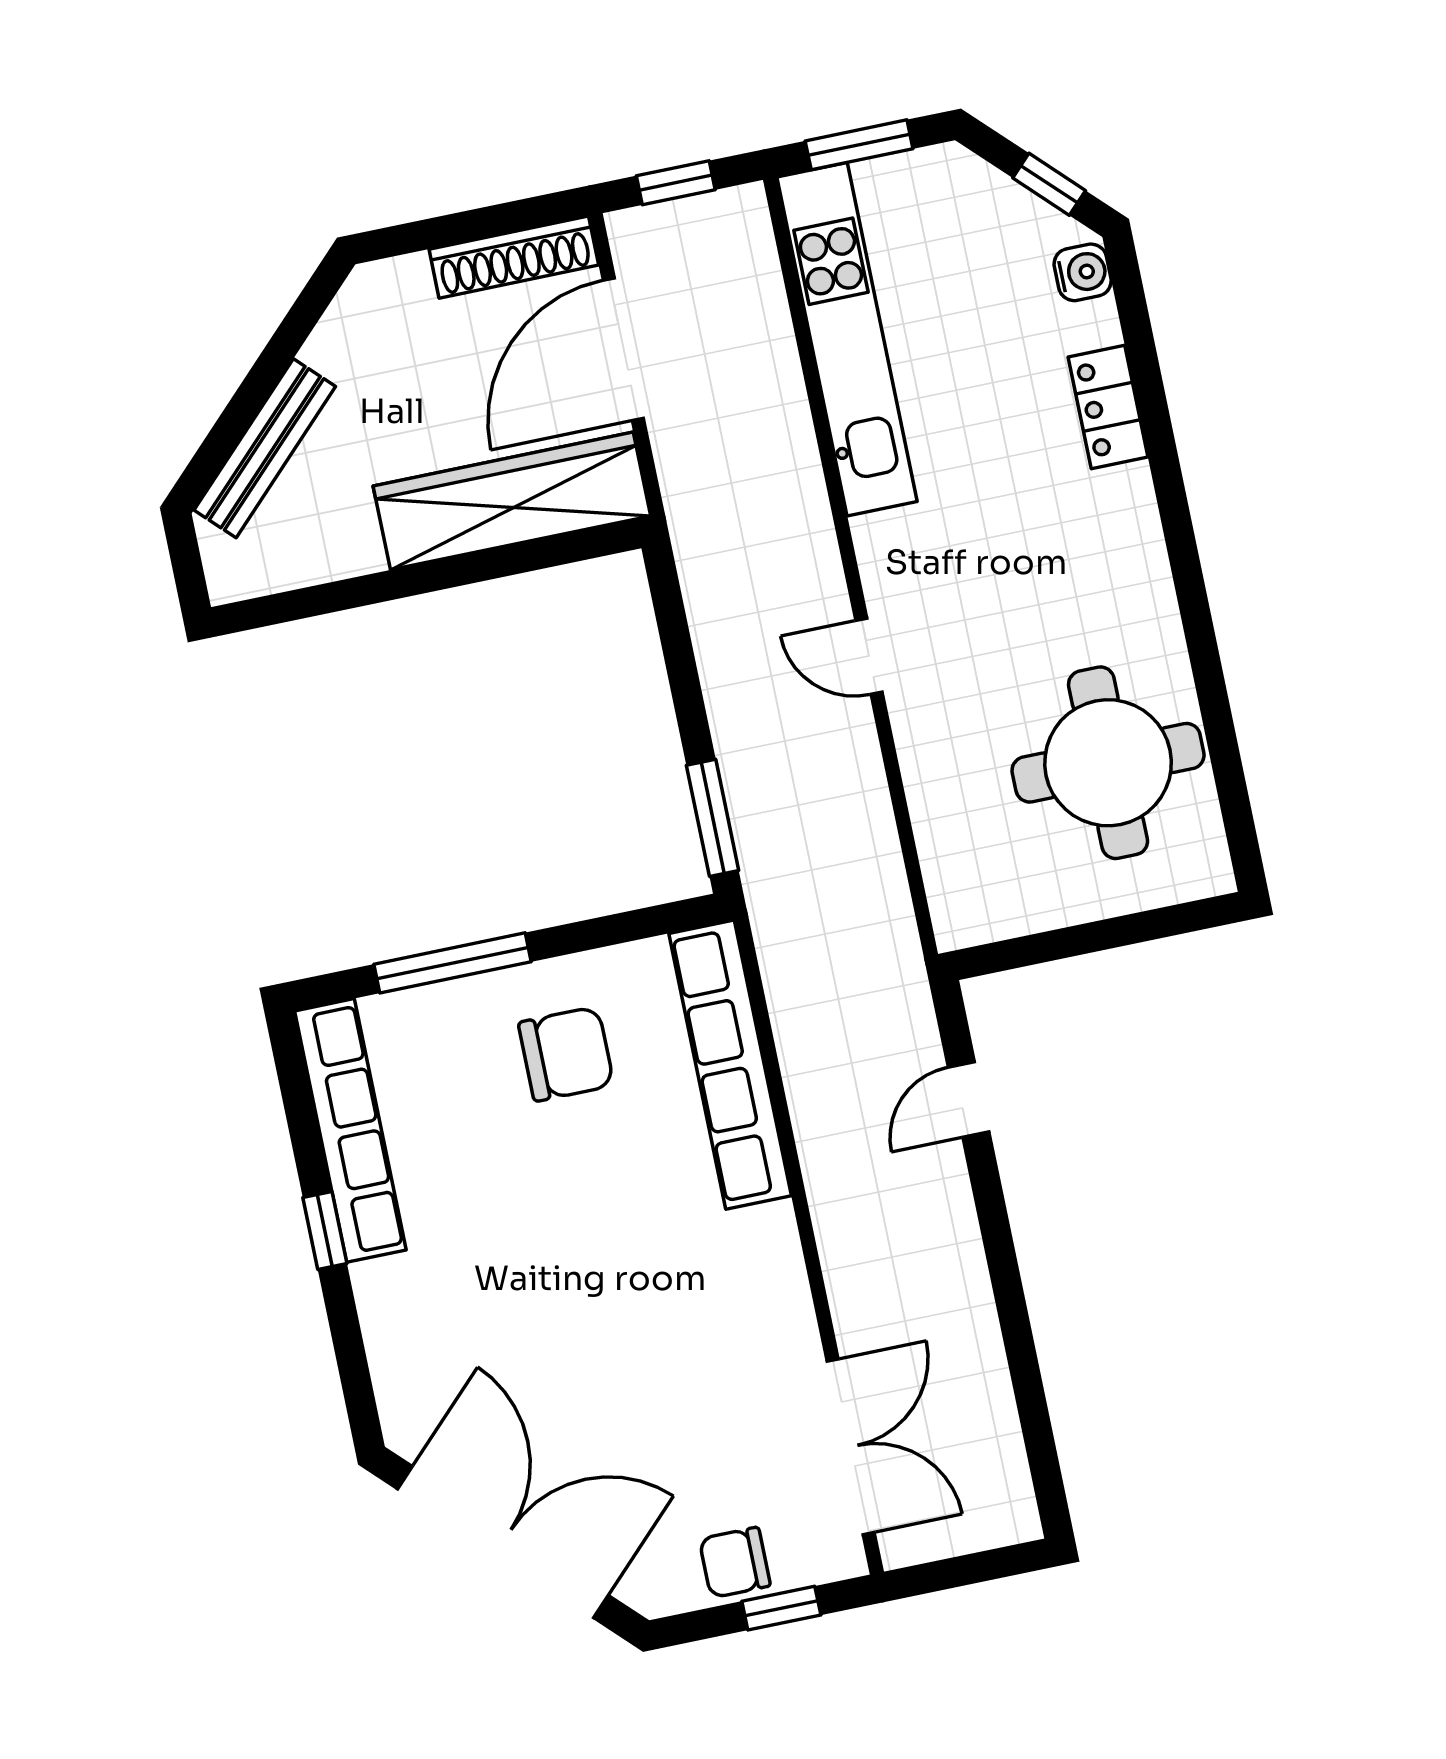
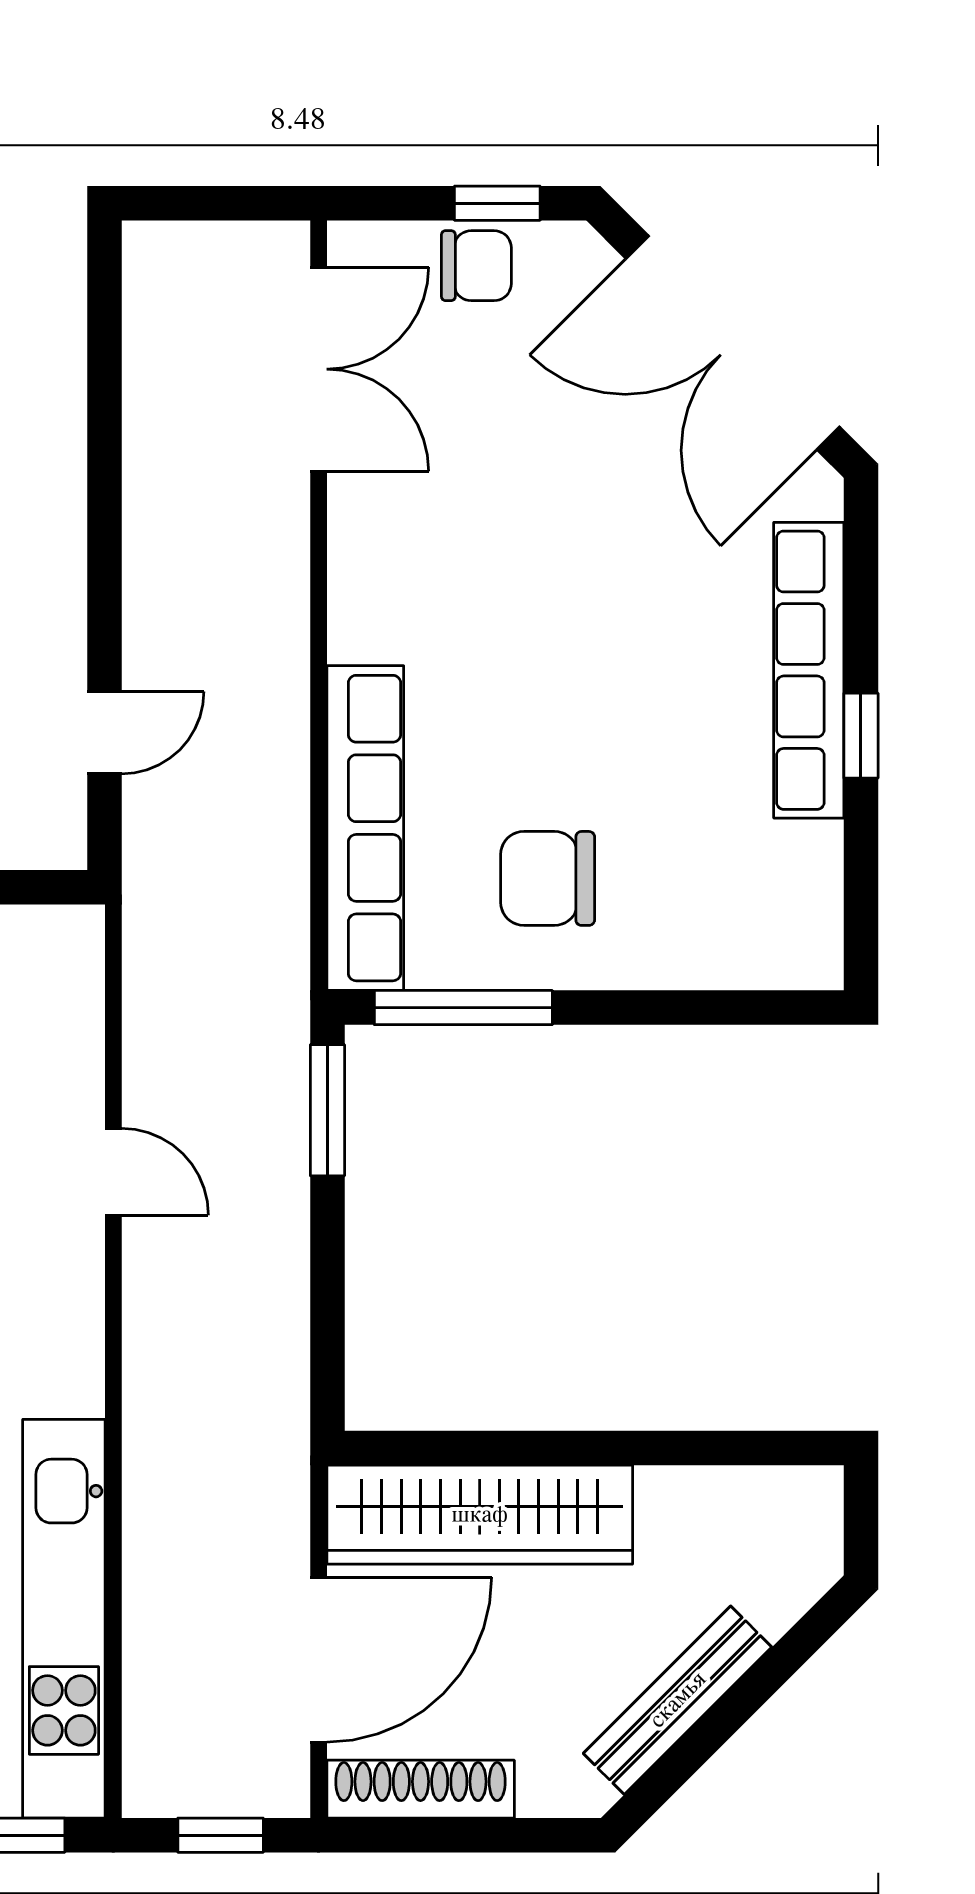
bench: (265, 448) -> (678, 1700), moved
door: (869, 656) -> (113, 1172), moved
window: (453, 963) -> (463, 1008), moved
row of seats: (350, 1130) -> (809, 670), moved
double door: (851, 1447) -> (319, 369), swing flipped
window: (781, 1608) -> (497, 203), moved

